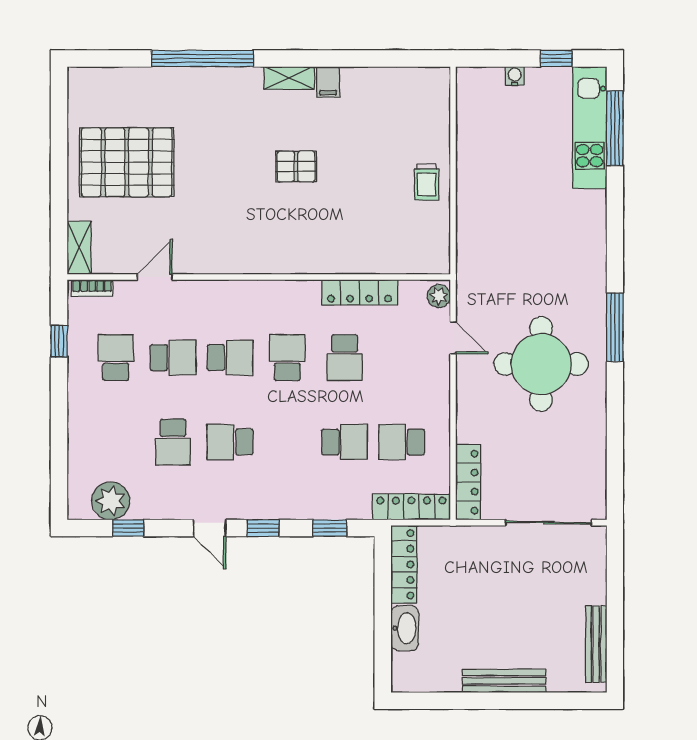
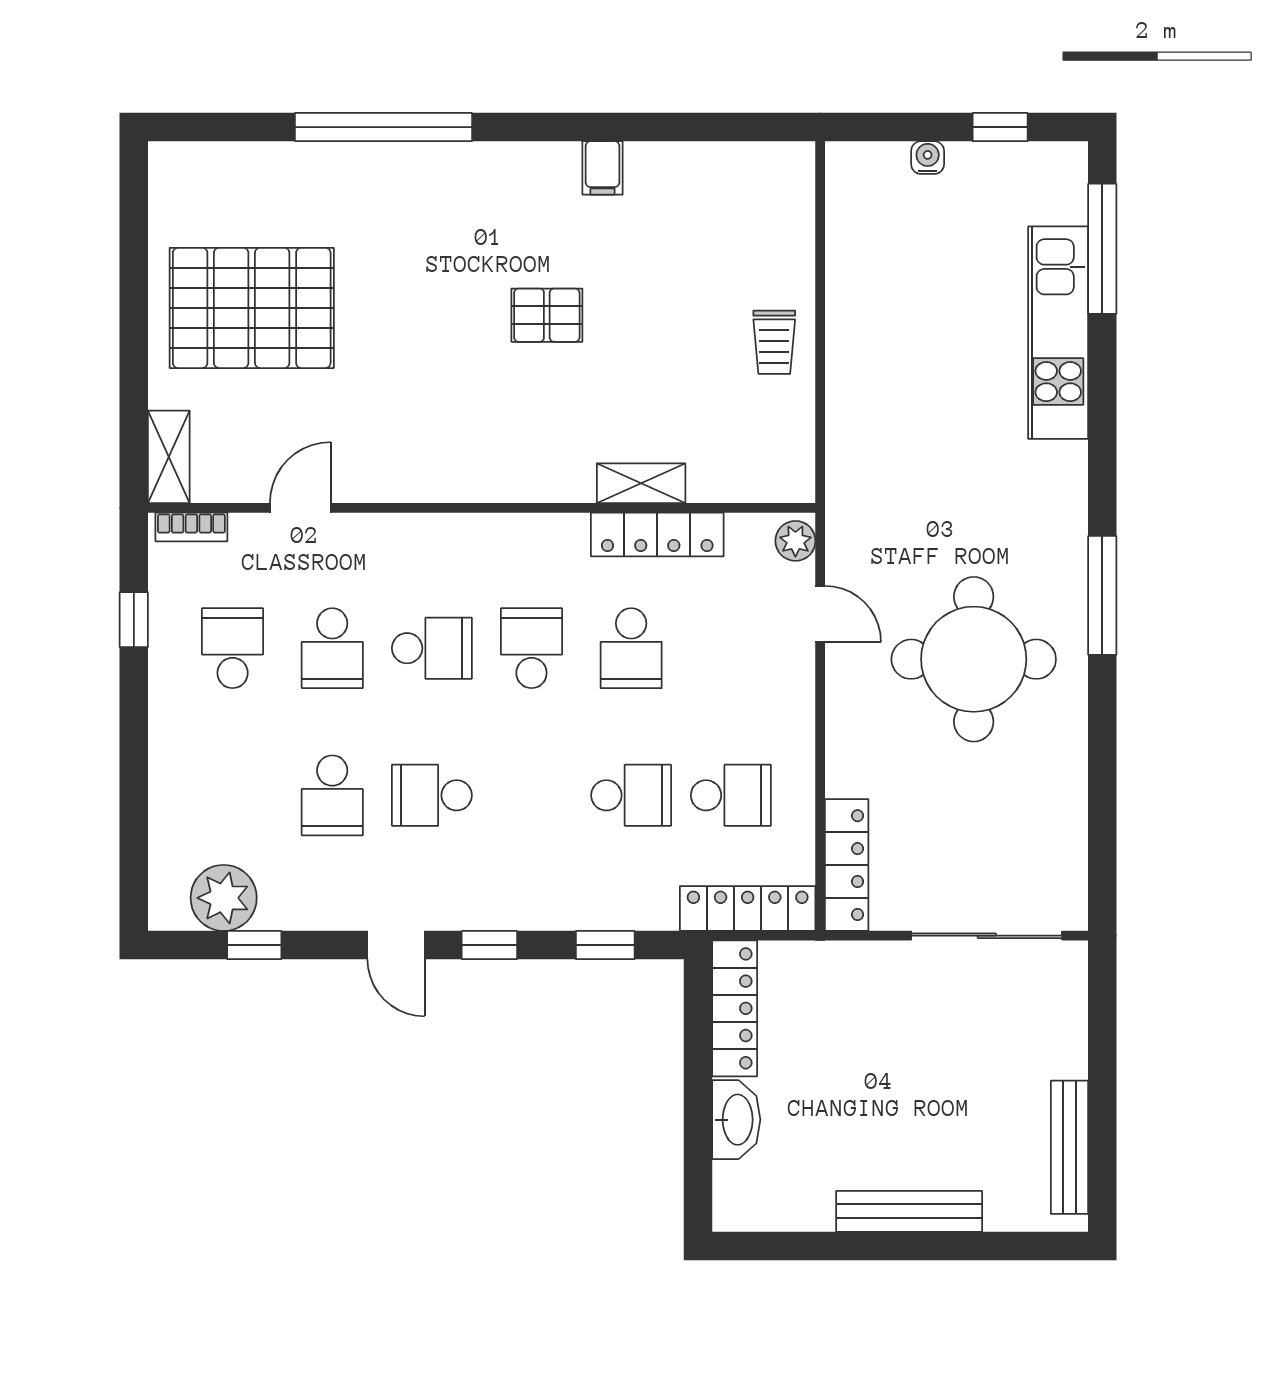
shelving: (289, 78) -> (641, 483), moved
kitchen unit: (590, 128) -> (1058, 333), moved
school desk: (173, 358) -> (332, 648), turned 90
school desk: (402, 442) -> (731, 795), turned 180

